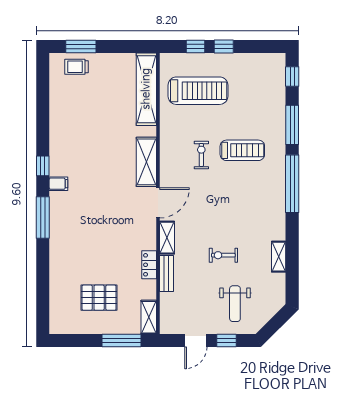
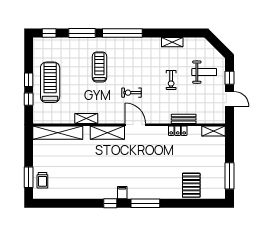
treadmill: (198, 91) -> (50, 82), moved
exercise bike: (201, 155) -> (131, 93), moved
shelving: (167, 238) -> (86, 119), moved
pallet: (99, 298) -> (191, 185), moved
window: (121, 341) -> (229, 176), moved

